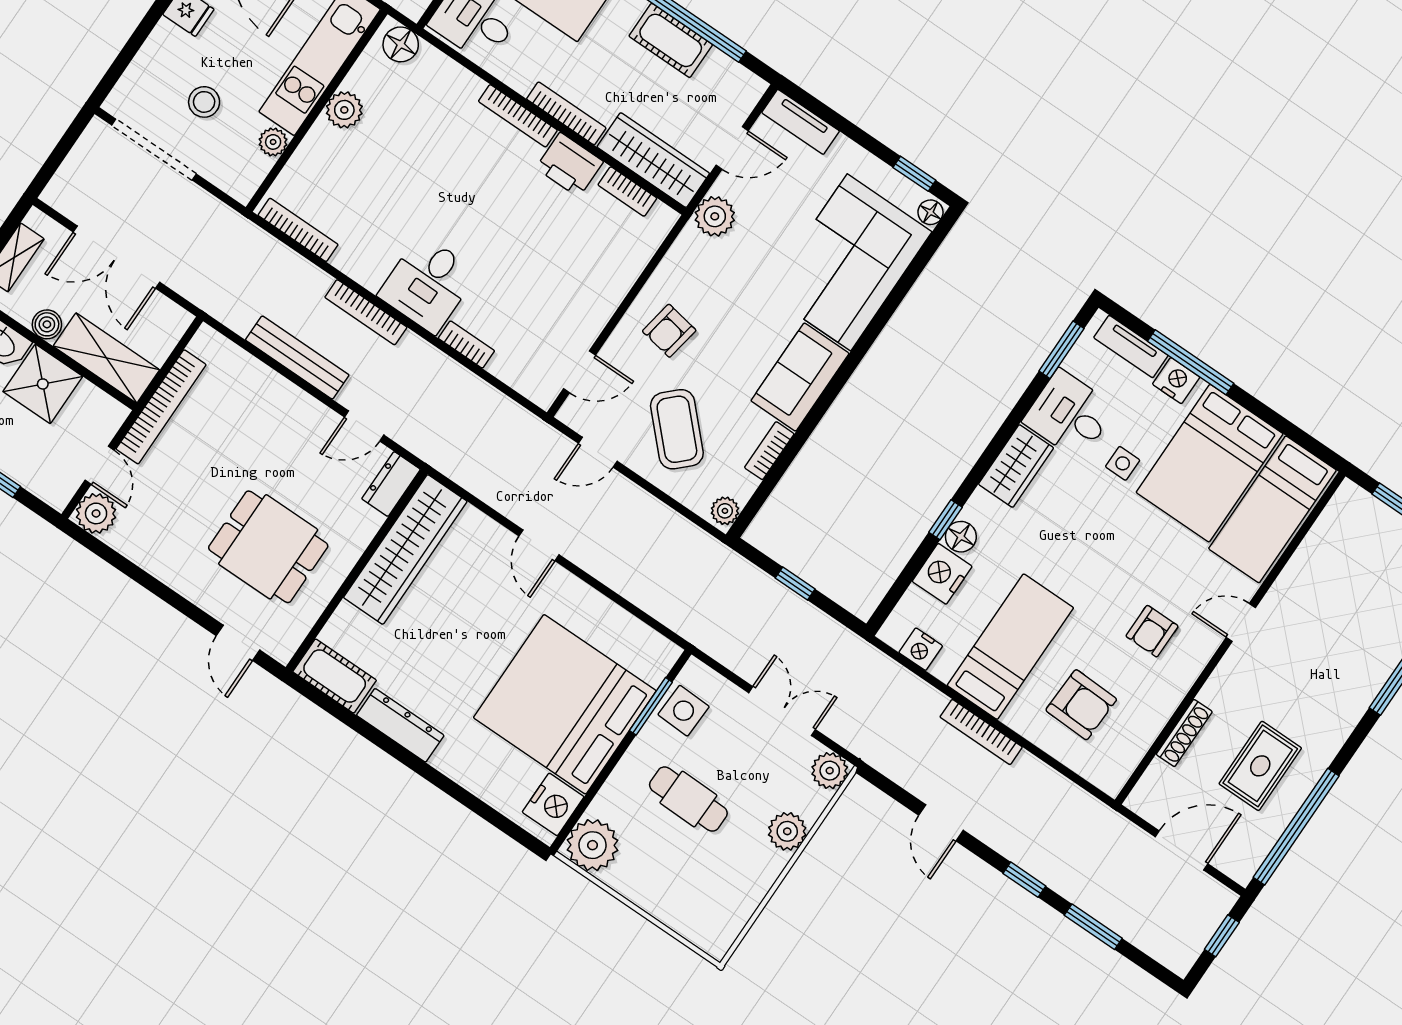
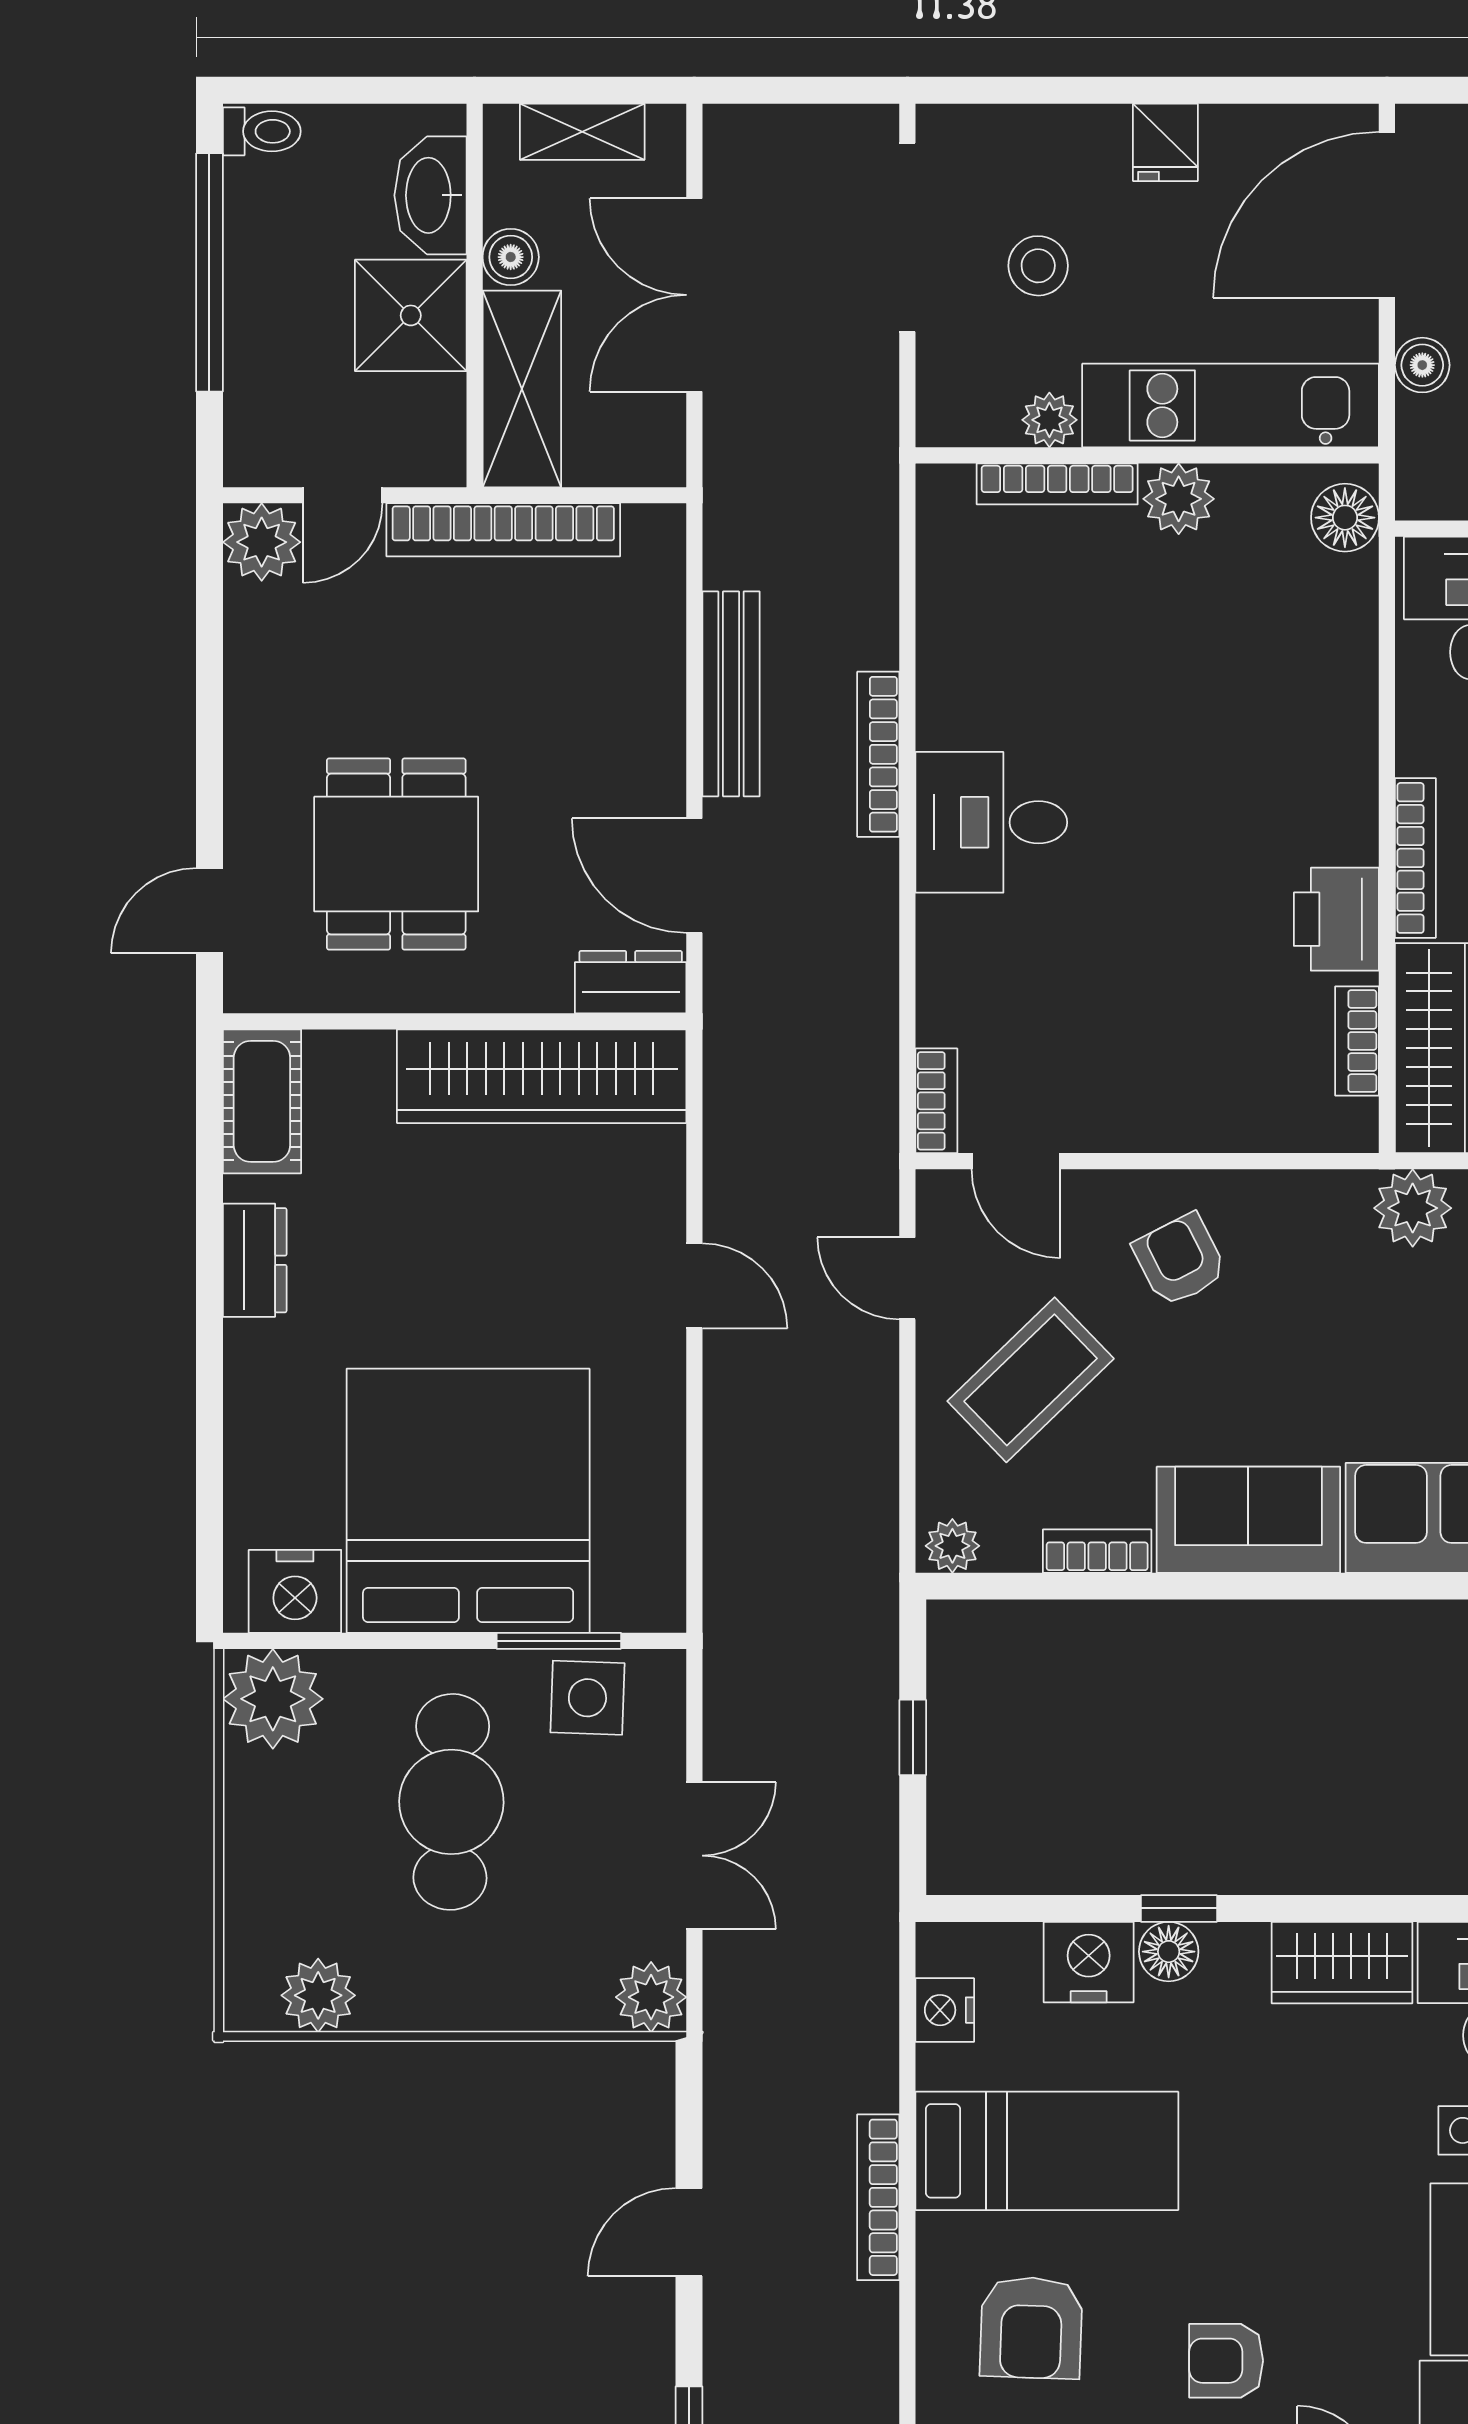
bookcase: (518, 116) -> (1359, 783), removed
bookcase: (298, 230) -> (1057, 484), moved, turned 90
armchair: (669, 331) -> (1180, 1260), turned 53
bookcase: (466, 345) -> (936, 1101), moved
door: (364, 426) -> (694, 876), width x1.38
door: (539, 545) -> (694, 1286), swing flipped
dresser: (400, 725) -> (255, 1260), width x0.70
cafe table: (688, 799) -> (451, 1802), width x1.37, depth x1.35
plant: (787, 831) -> (318, 1995), moved

